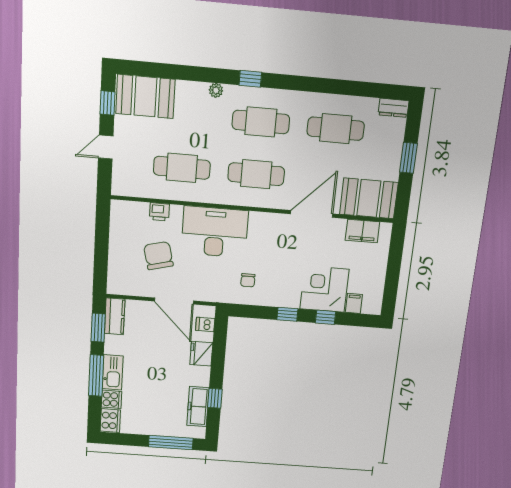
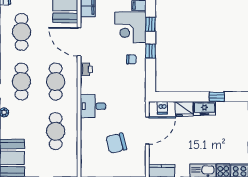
printer: (159, 212) -> (86, 69), moved
desk: (215, 232) -> (93, 106), width x0.53, depth x0.77
chair: (248, 280) -> (131, 59), moved
freezer: (198, 407) -> (204, 108), moved, width x0.71

